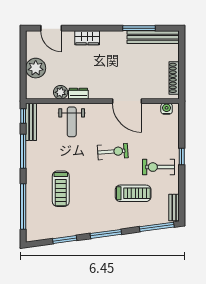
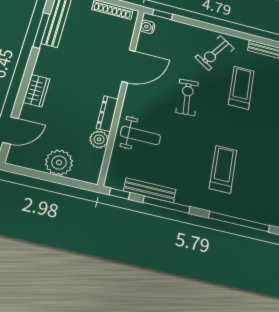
dresser: (78, 94) -> (107, 114), width x1.44
bench: (31, 122) -> (150, 190), moved
window: (182, 156) -> (163, 15), moved
exercise bike: (159, 167) -> (215, 53), turned 34
treadmill: (61, 189) -> (223, 169), turned -90

